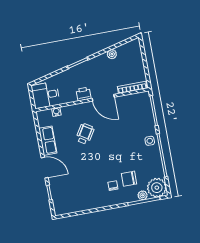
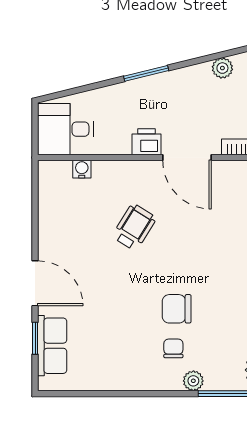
row of seats: (48, 141) -> (52, 346), moved
chair: (129, 179) -> (177, 309), moved
plant: (143, 195) -> (193, 381), moved

